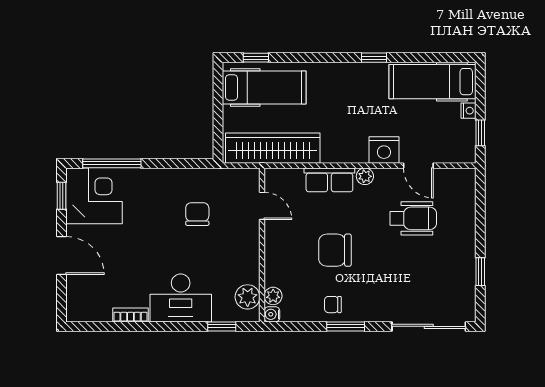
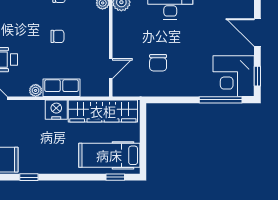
nightstand: (384, 150) -> (56, 110), moved
door: (262, 206) -> (111, 69), swing flipped
chair: (335, 250) -> (57, 36), width x0.54, depth x0.54

